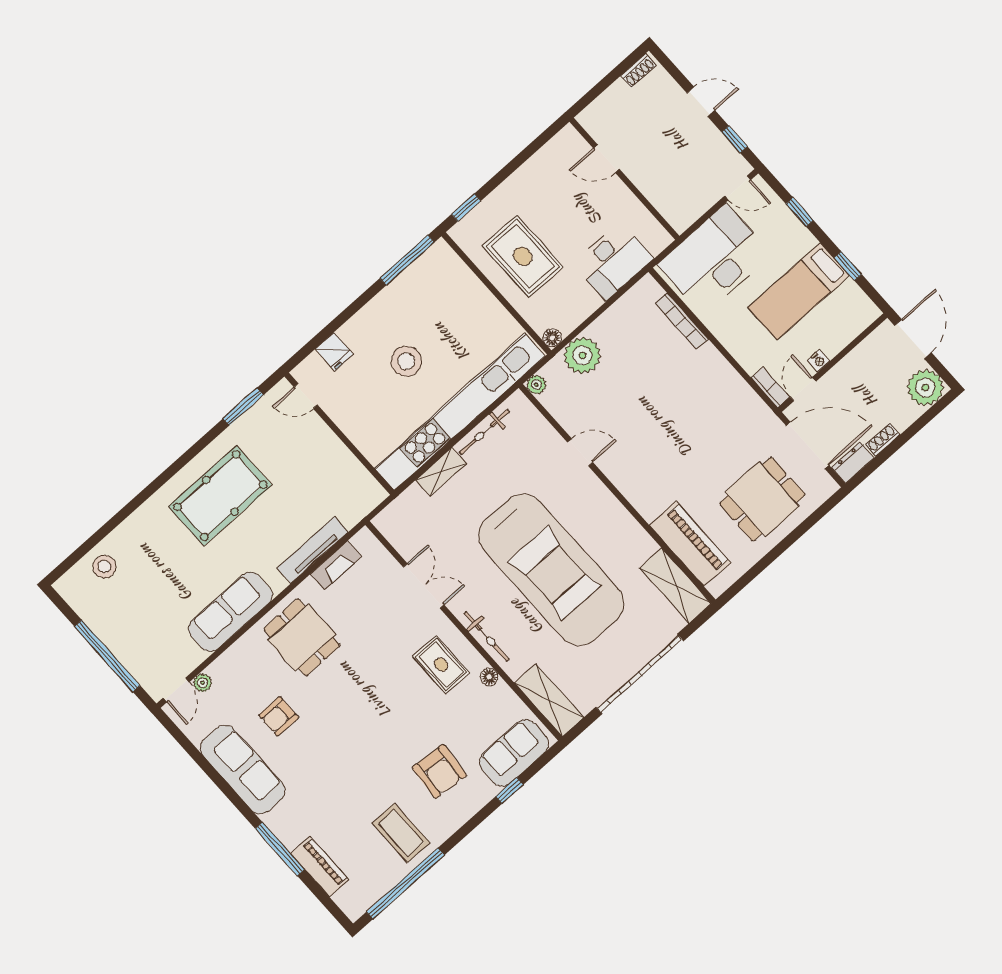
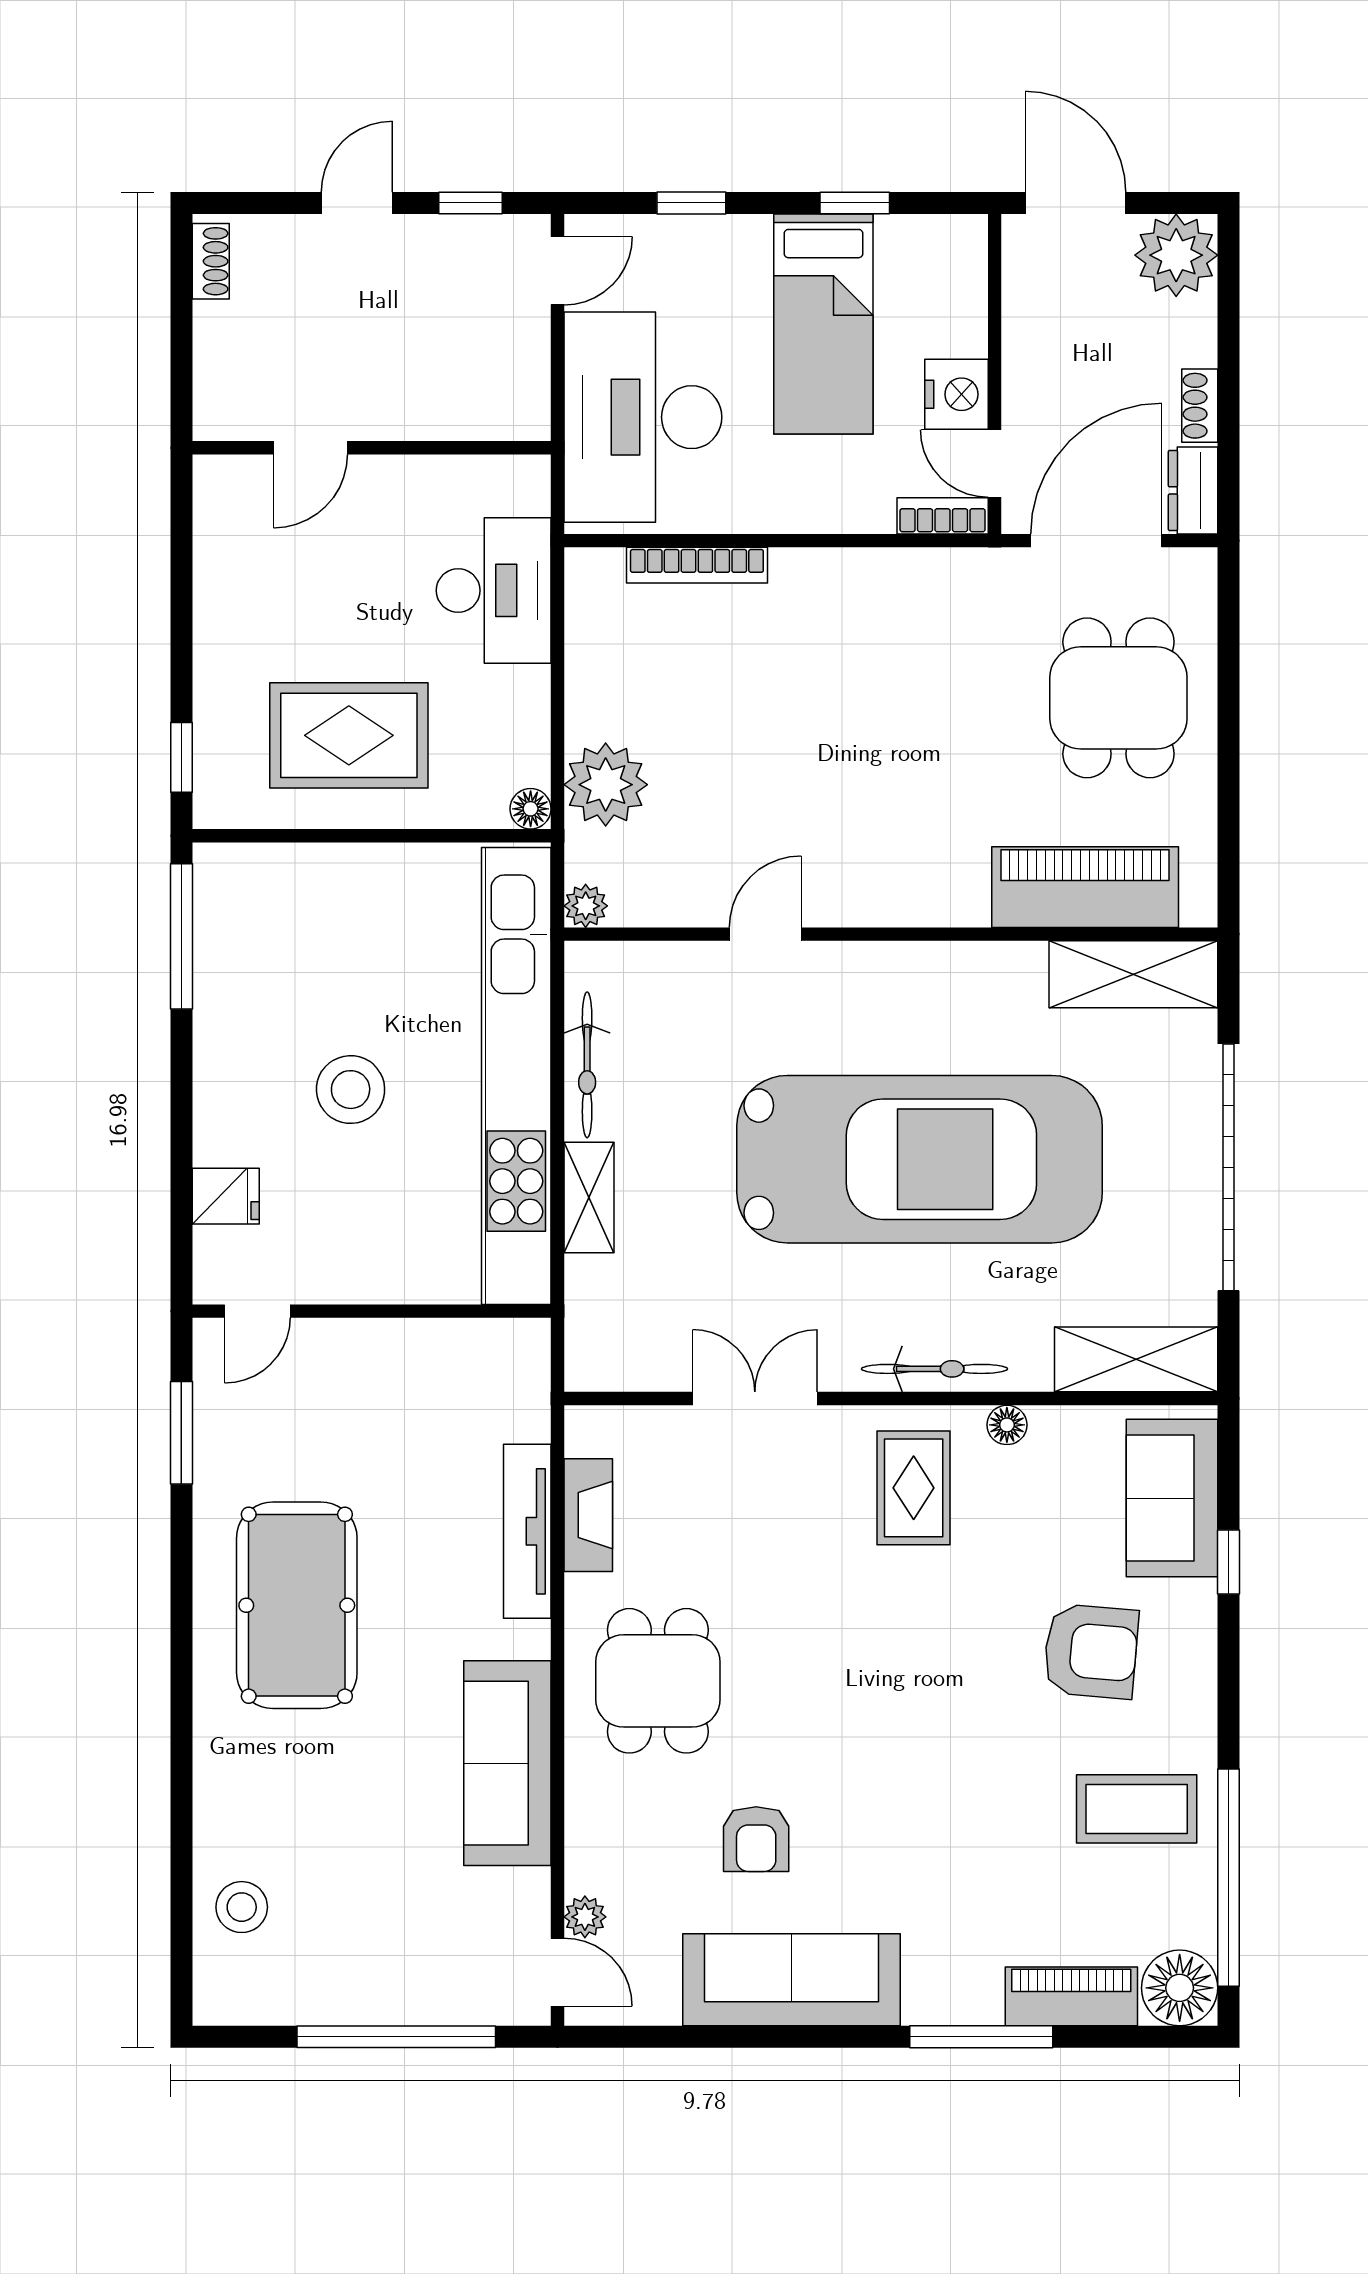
nightstand: (819, 361) -> (956, 394), width x1.89, depth x1.79
dining table: (302, 637) -> (658, 1681), turned 90
rug: (441, 665) -> (914, 1488), turned 90
floor lamp: (354, 900) -> (1180, 1988), added

